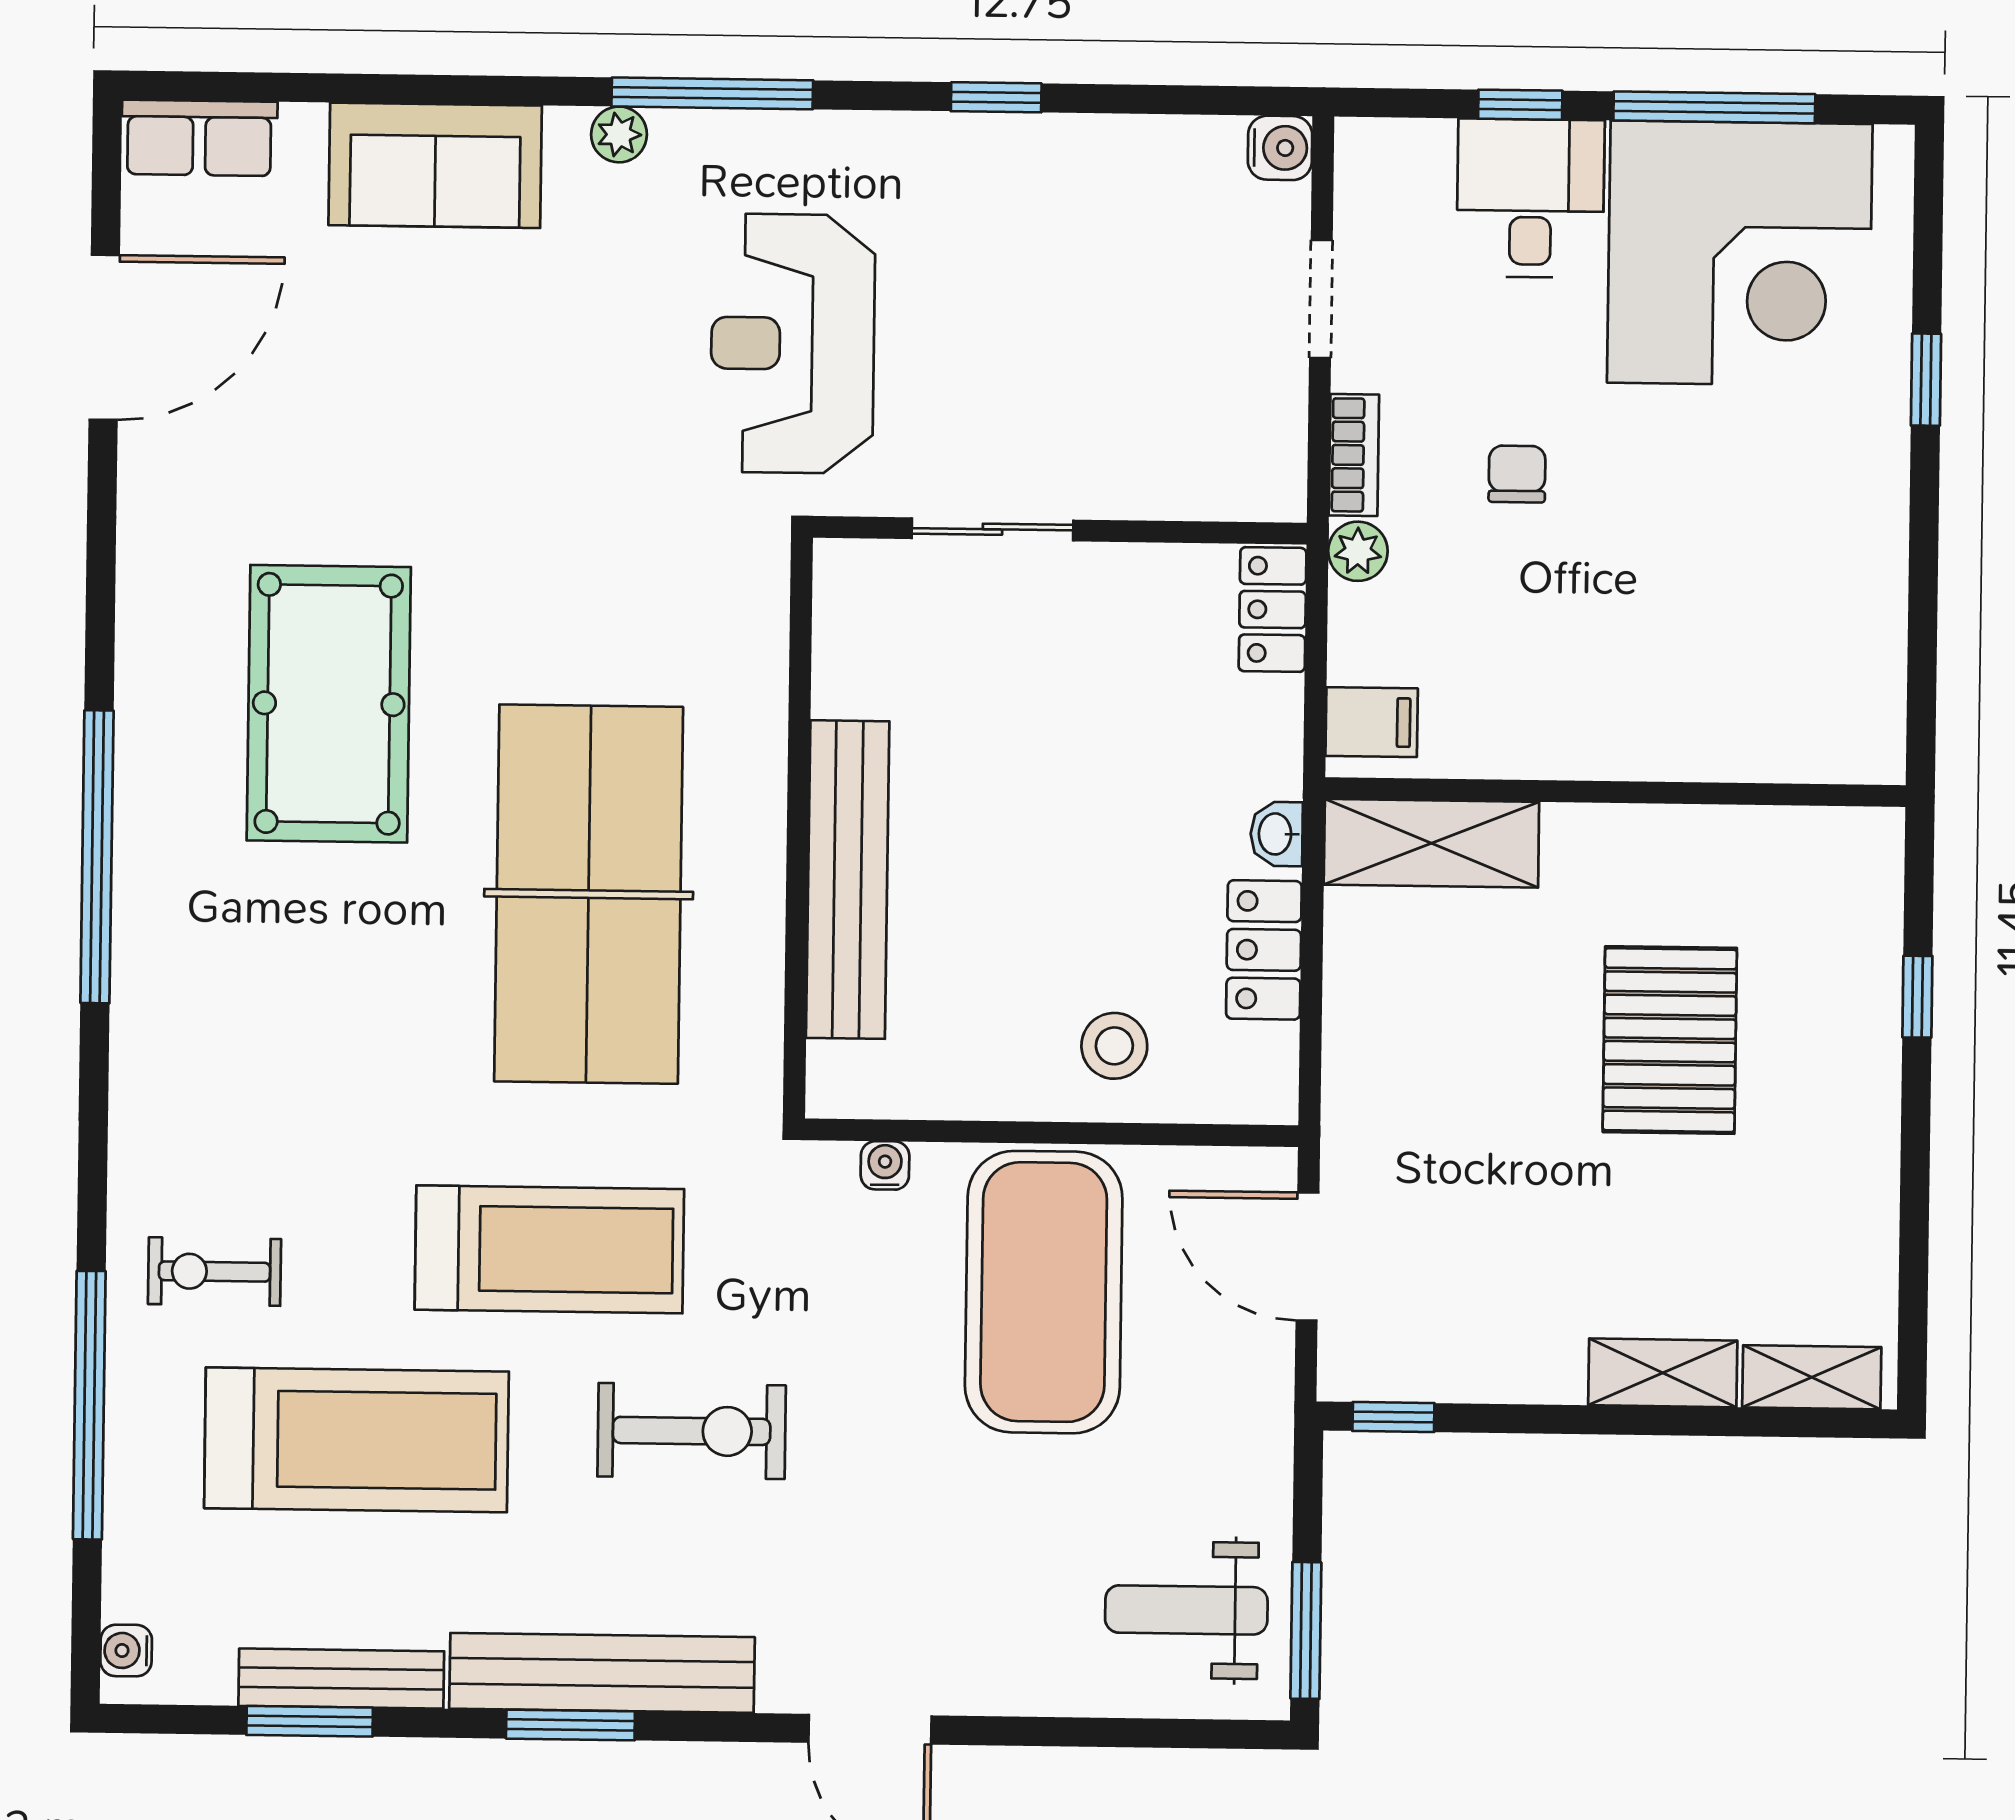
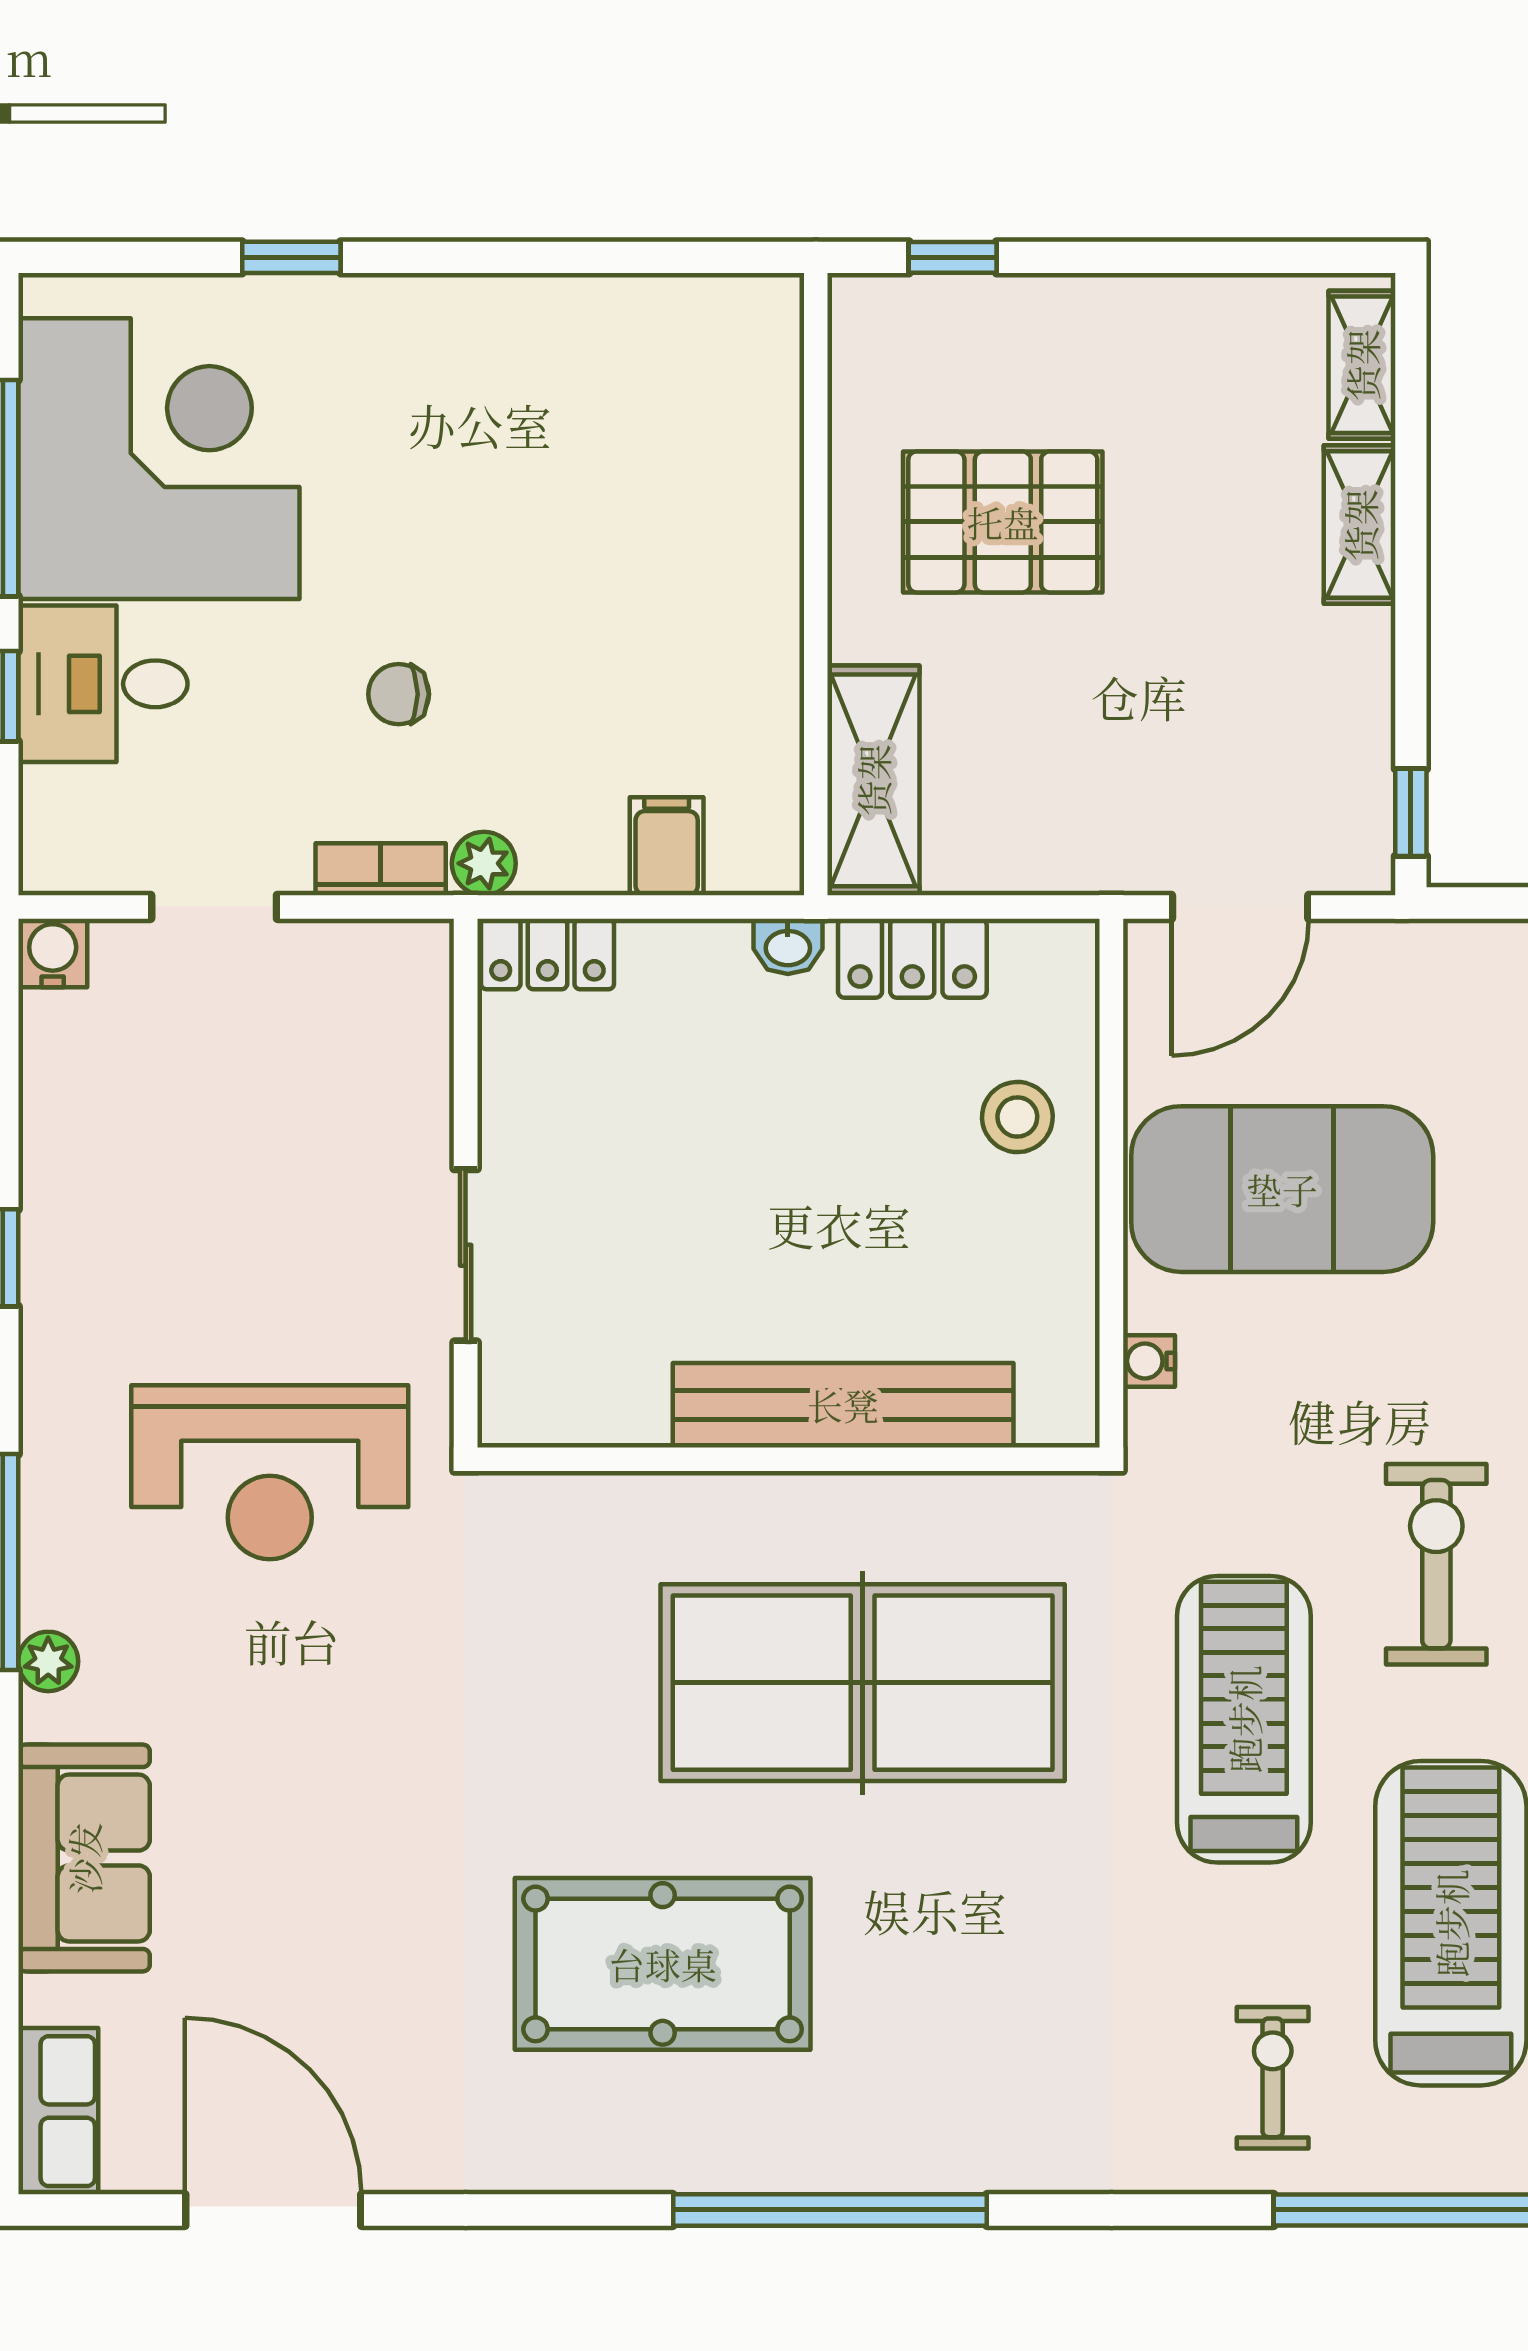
wall: (1615, 792) -> (816, 584), moved
shelving: (1431, 843) -> (873, 780), moved
exercise bike: (215, 1272) -> (1273, 2078), turned 180

